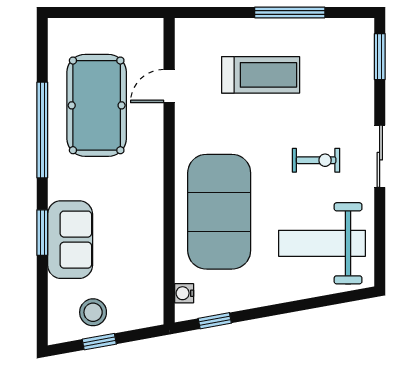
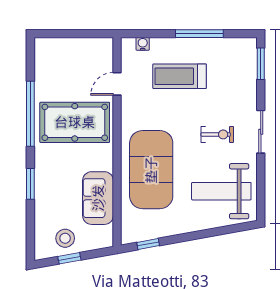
treadmill: (261, 75) -> (180, 76), turned 180
pool table: (97, 105) -> (75, 122), moved, turned 90
sofa: (70, 240) -> (98, 198), moved, turned 180
water cooler: (184, 293) -> (143, 44), moved, turned 90

